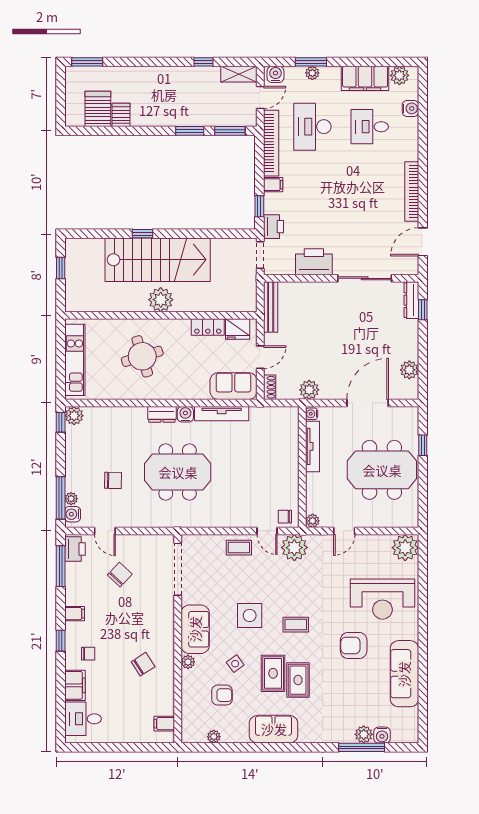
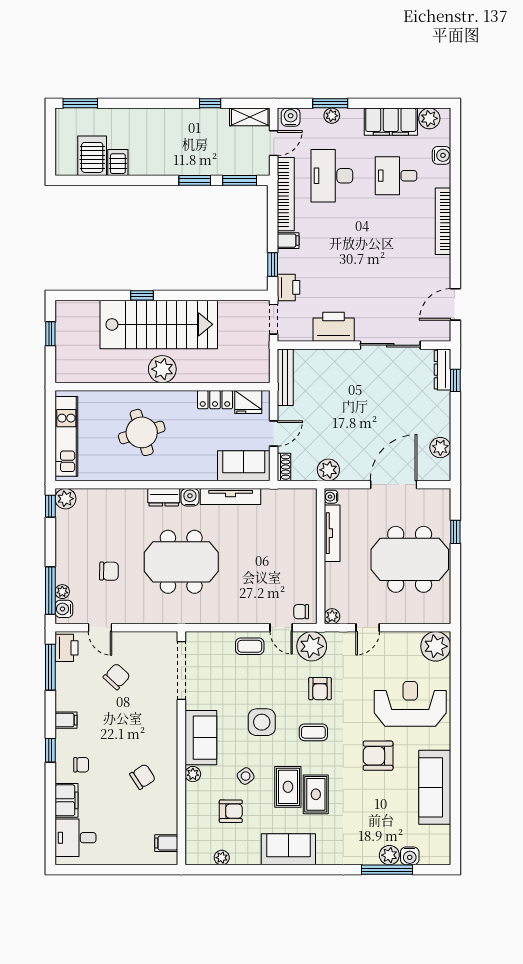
bookcase: (412, 192) -> (443, 221), moved
armchair: (302, 585) -> (320, 689), added
reception desk: (382, 599) -> (410, 704), turned 180

